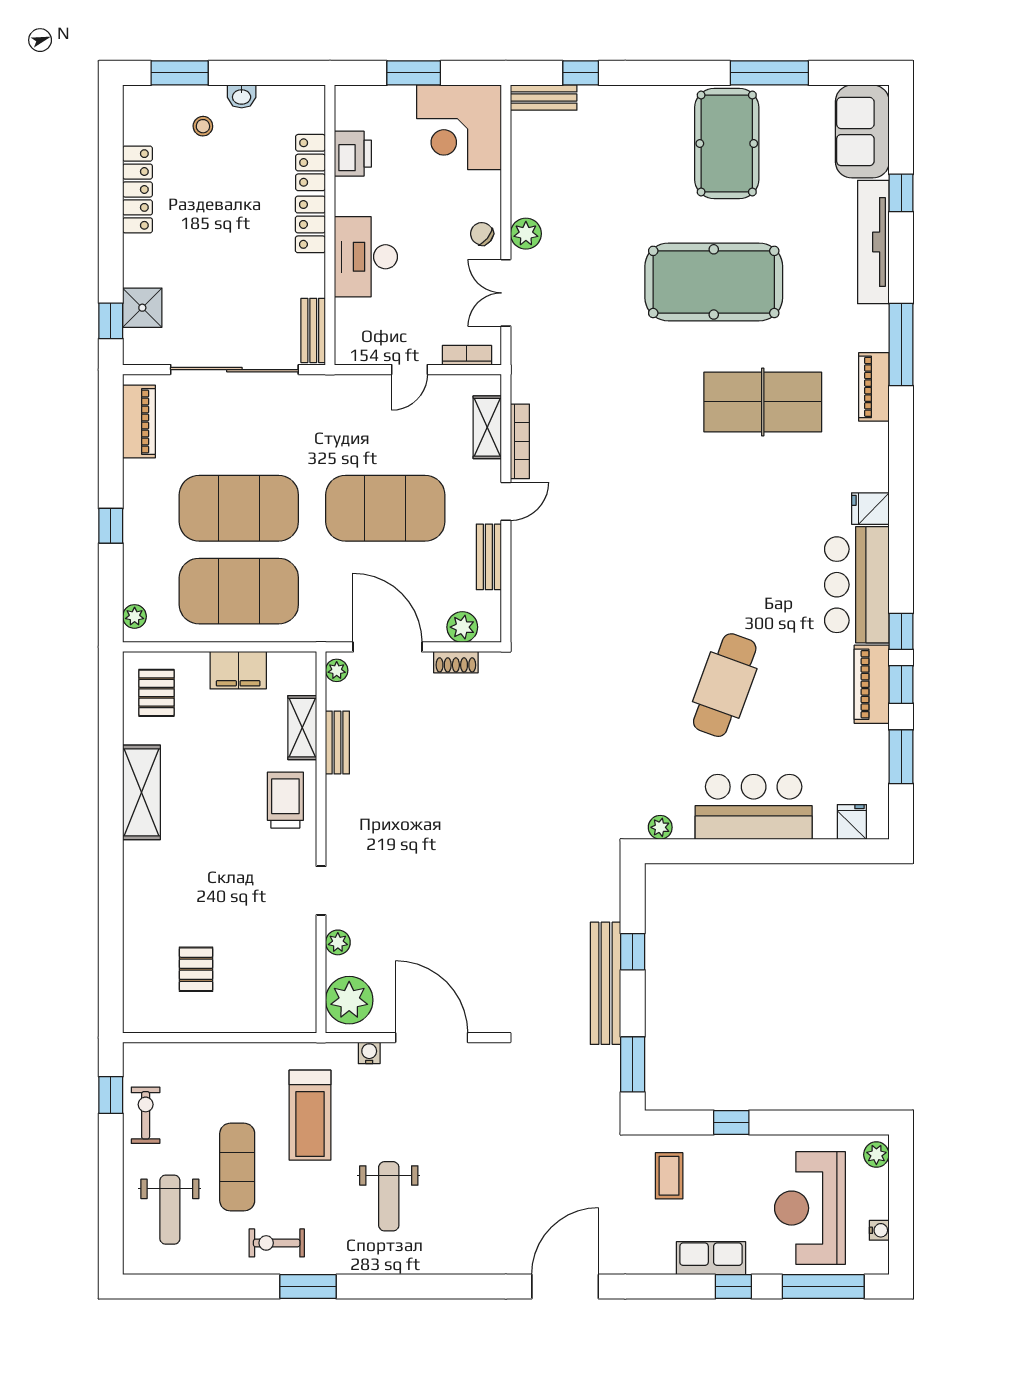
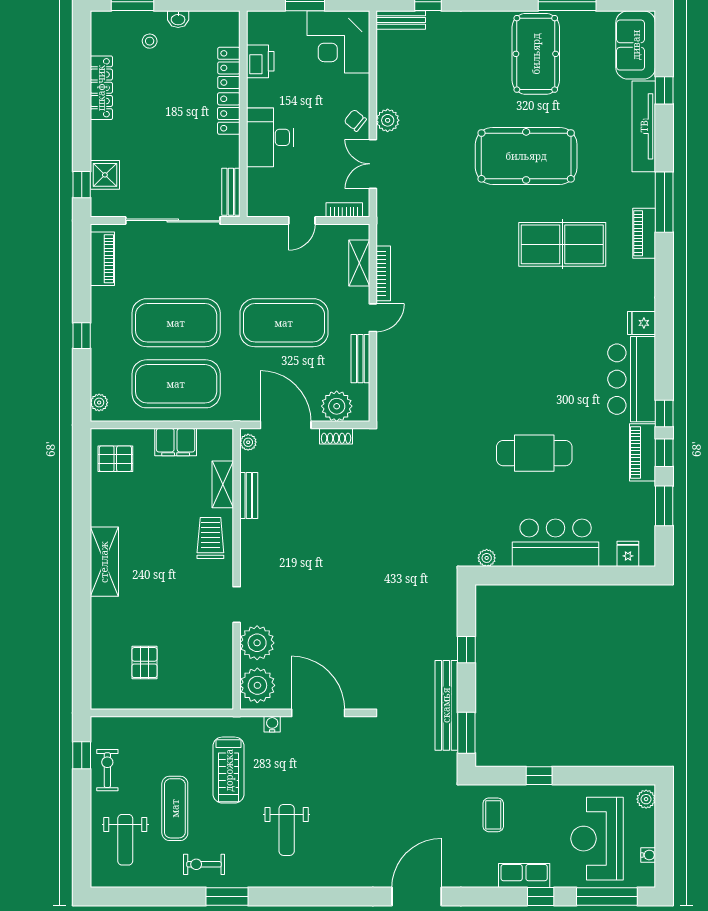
plant: (462, 627) -> (337, 406), width x1.36, depth x1.36
cafe table: (725, 685) -> (534, 453), turned 70
pallet: (156, 693) -> (115, 459), turned 90
shelving: (142, 792) -> (104, 562), moved
plant: (338, 942) -> (257, 643), width x1.88, depth x1.88
bench: (605, 983) -> (446, 705), moved

